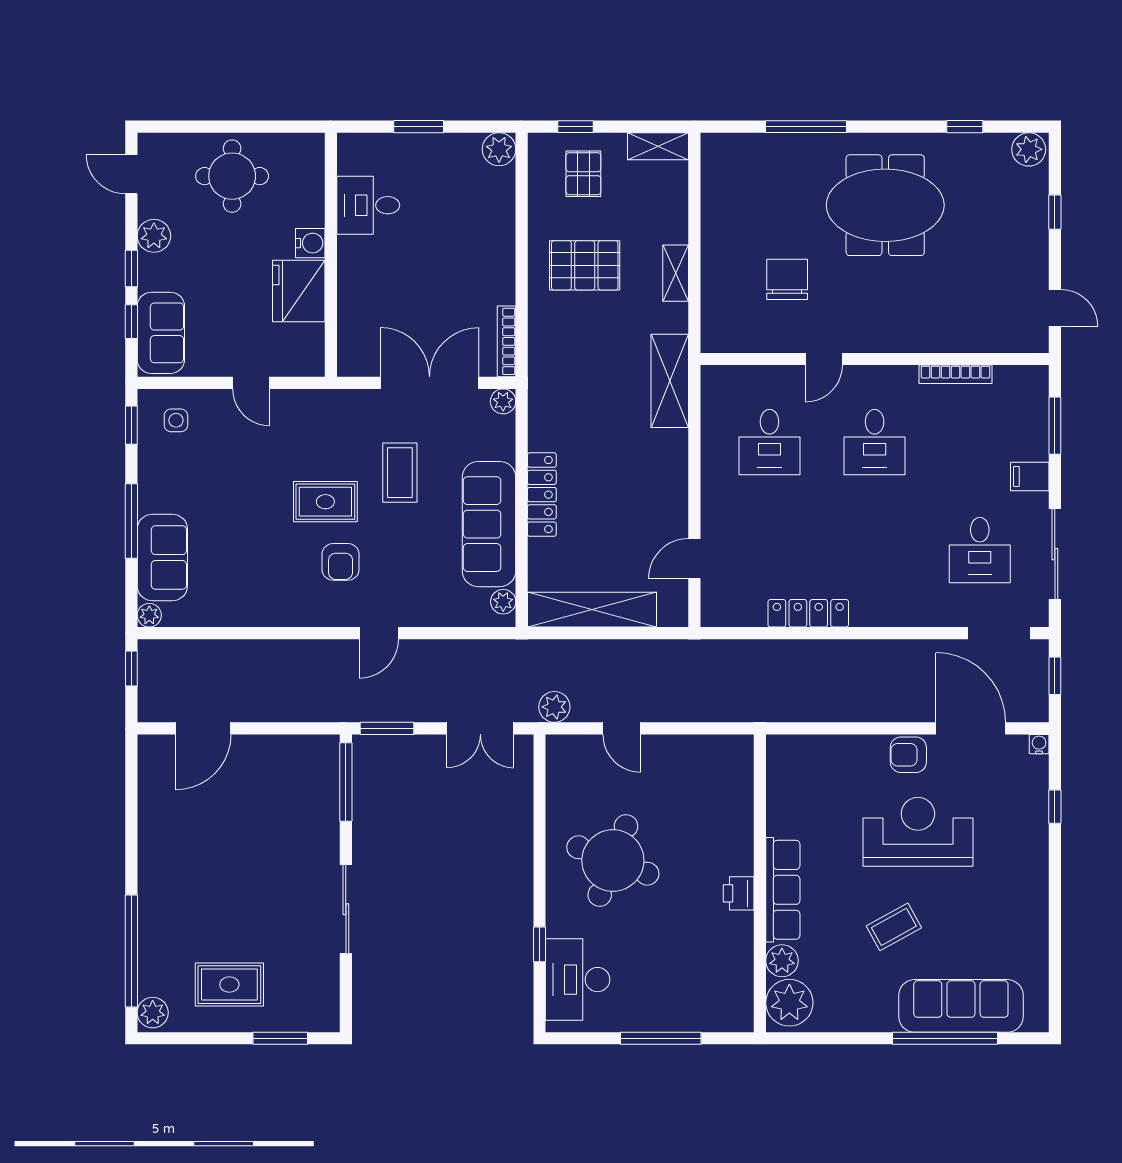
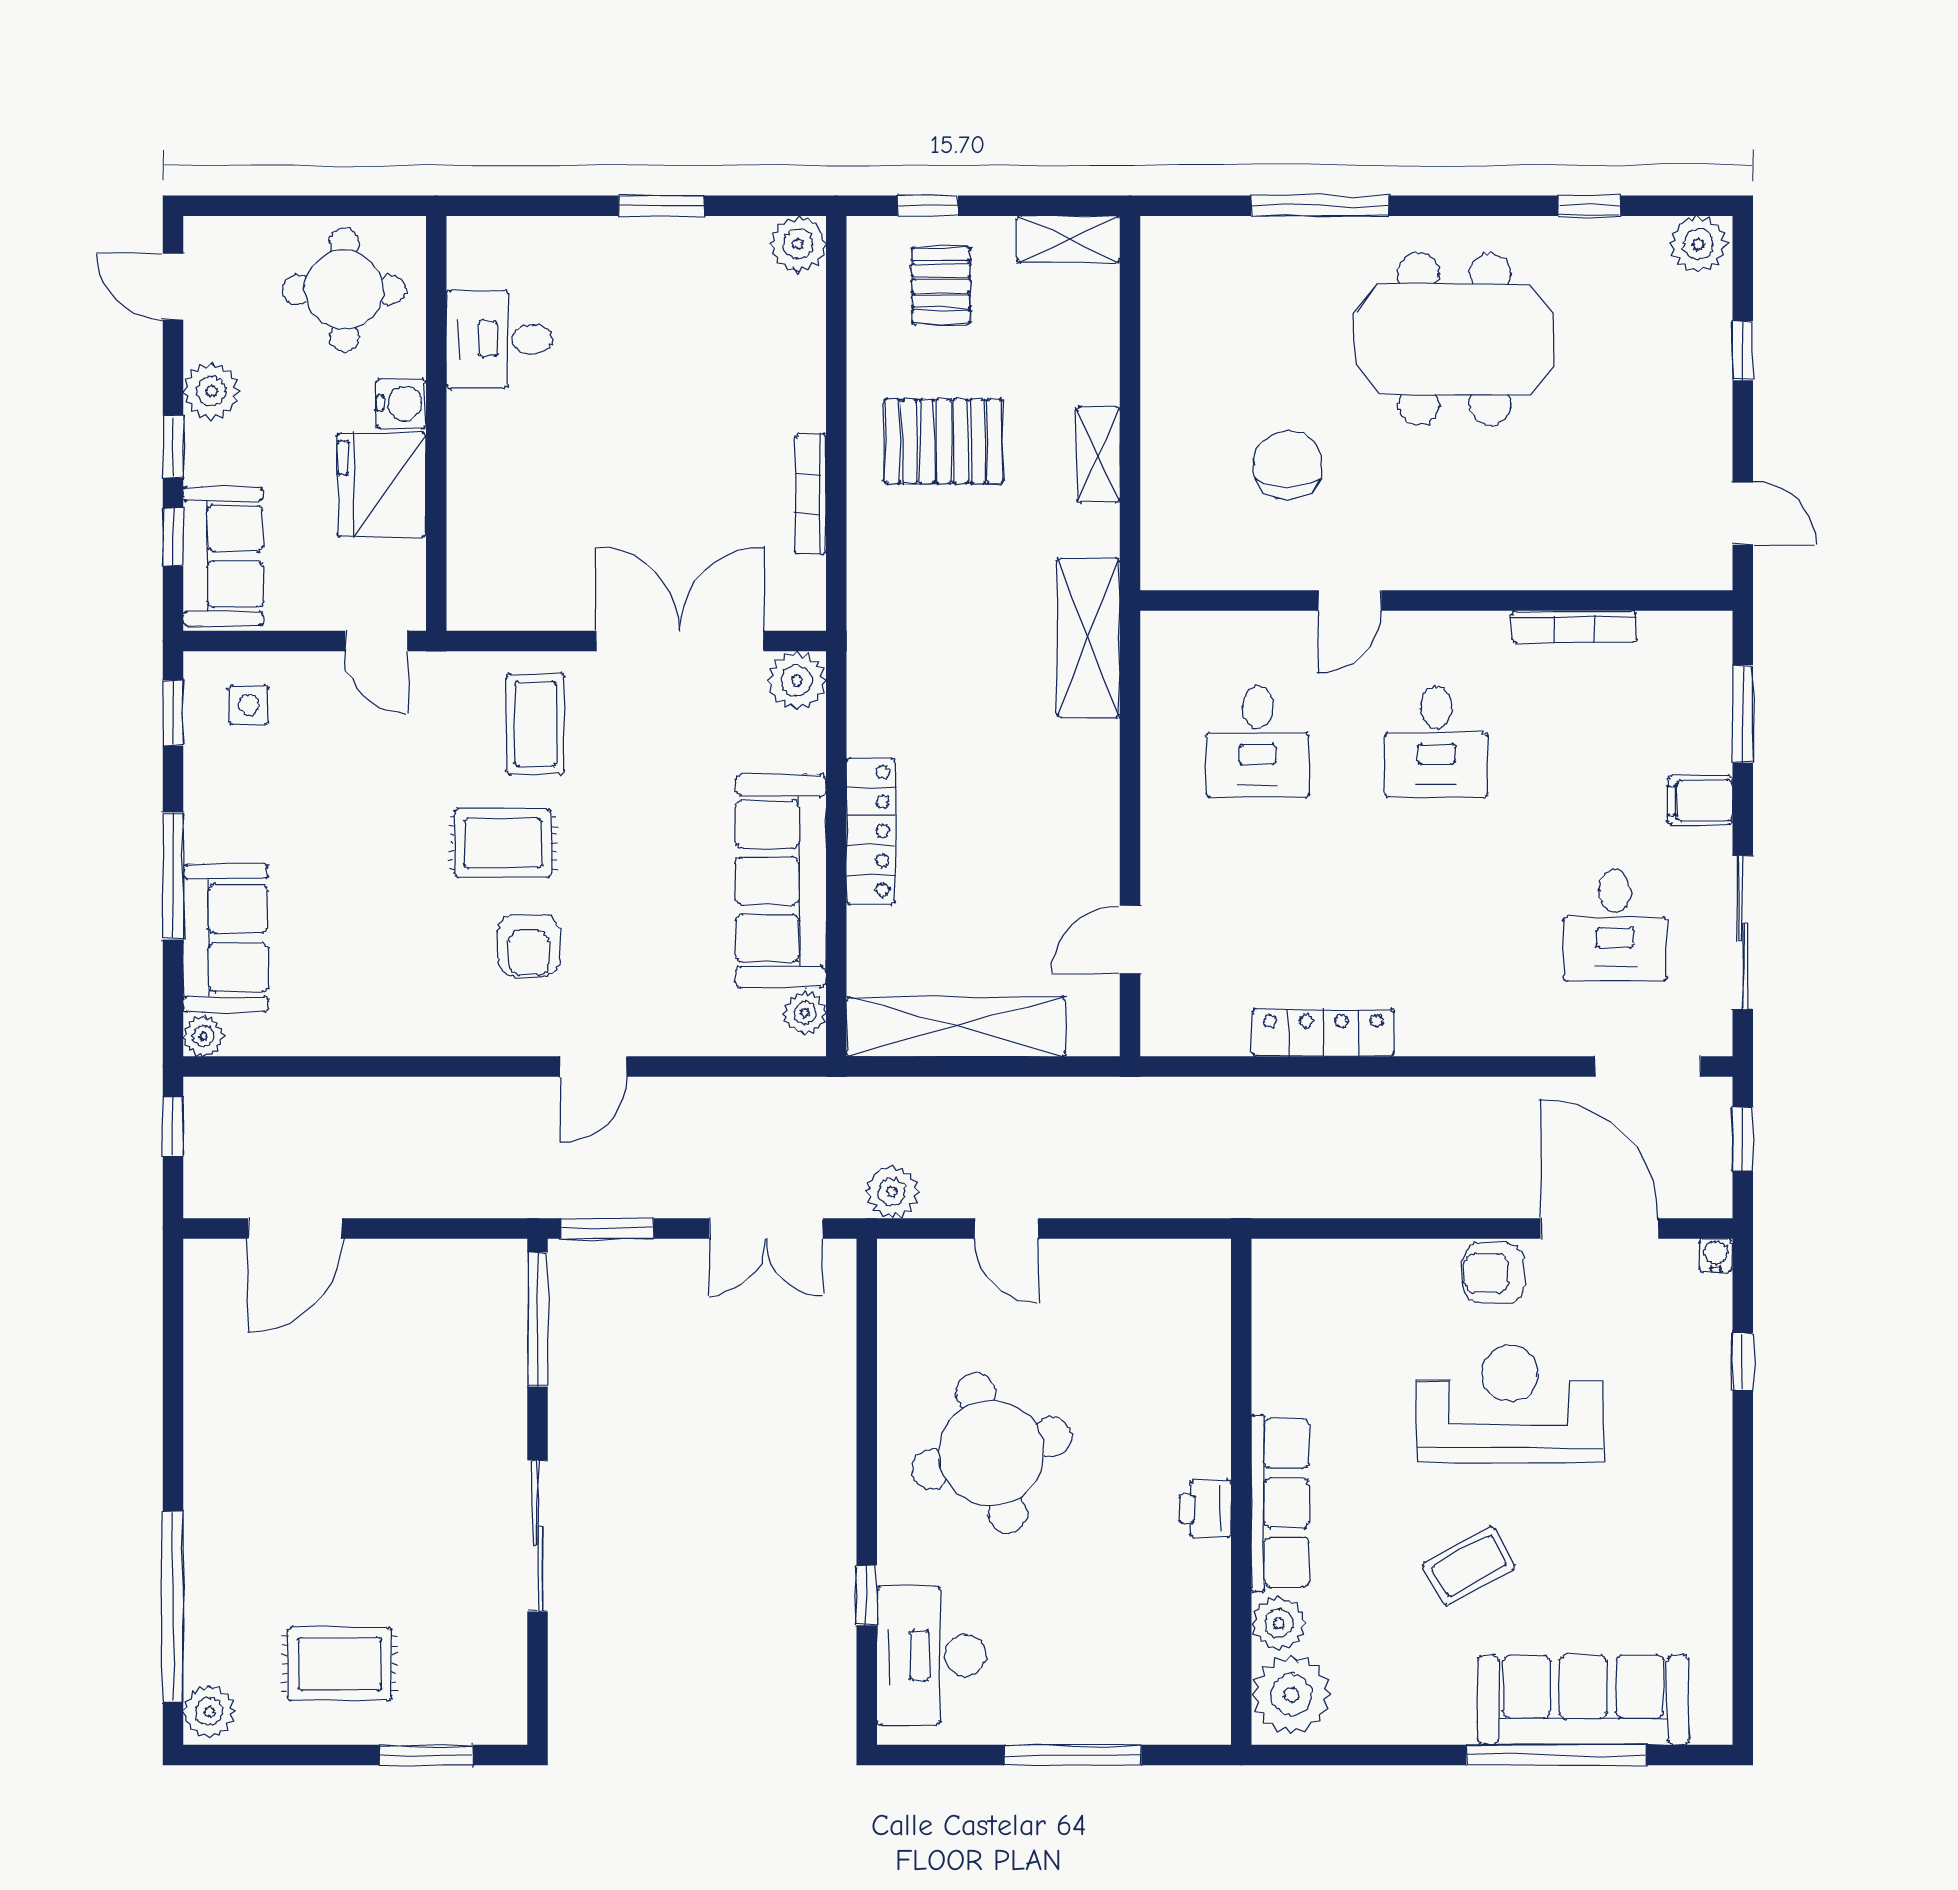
desk: (368, 205) -> (500, 339), moved
water cooler: (310, 243) -> (401, 403), moved
wall: (331, 255) -> (436, 423), moved
fridge: (299, 291) -> (382, 485), moved
bookcase: (507, 341) -> (811, 494), moved
plant: (503, 401) -> (797, 681), width x1.38, depth x1.38
coffee table: (400, 473) -> (535, 724), moved
round table: (613, 860) -> (991, 1453), turned -36

